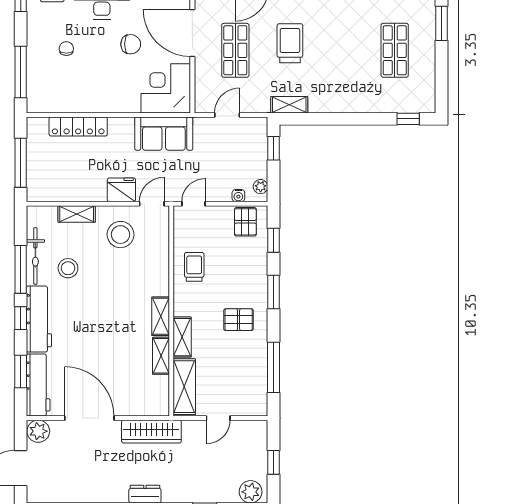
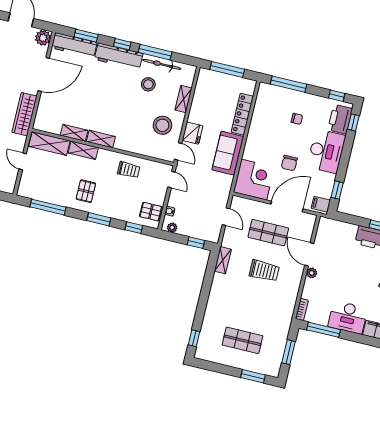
sofa: (164, 134) -> (228, 153), moved

